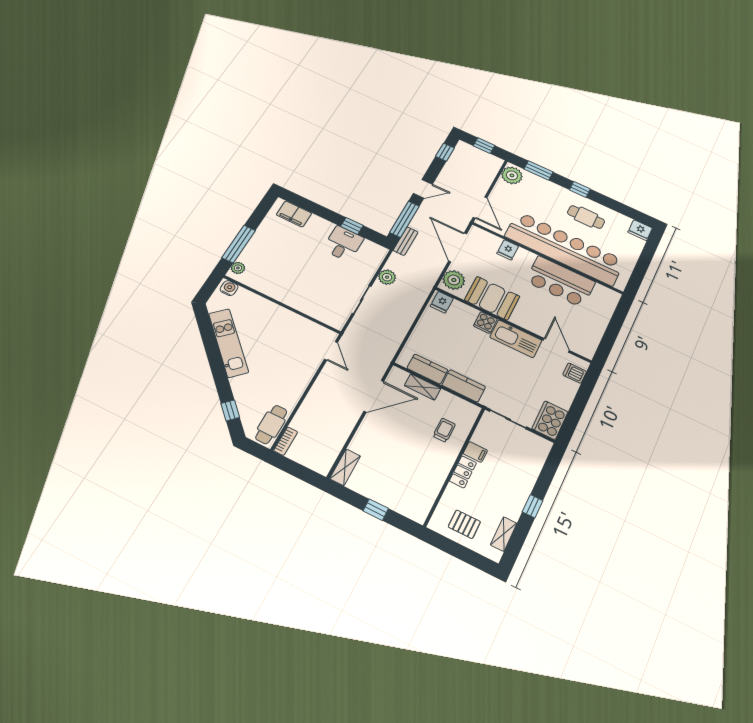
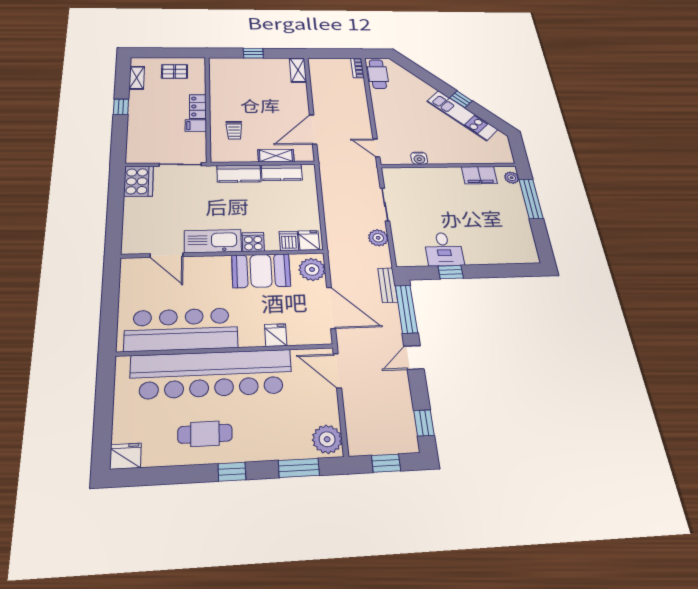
filing cabinet: (294, 214) -> (479, 175), moved, turned 180
bar counter: (560, 282) -> (181, 329), width x1.36
water cooler: (229, 288) -> (419, 158), moved
dishwasher: (575, 373) -> (289, 241), moved, turned -90
window: (230, 410) -> (461, 99), moved

